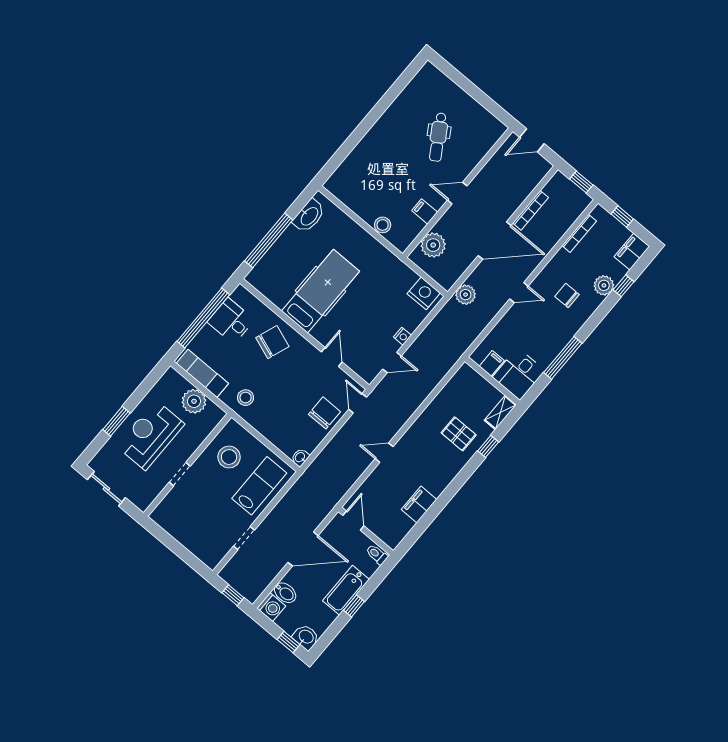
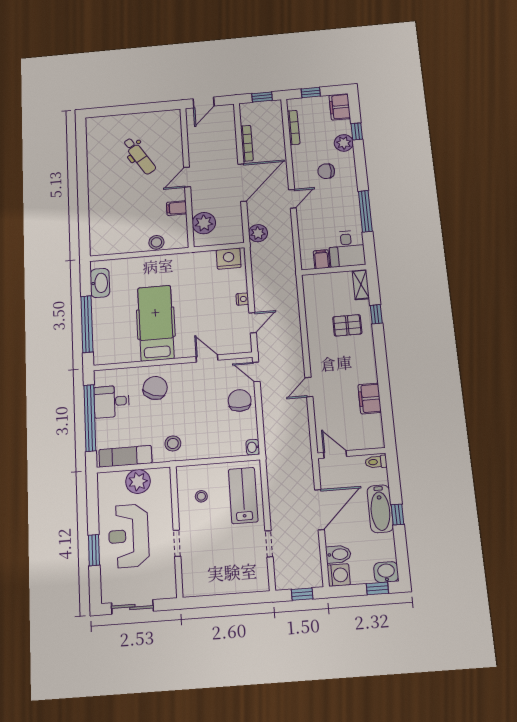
stool: (229, 457) -> (201, 496), width x0.53, depth x0.53

